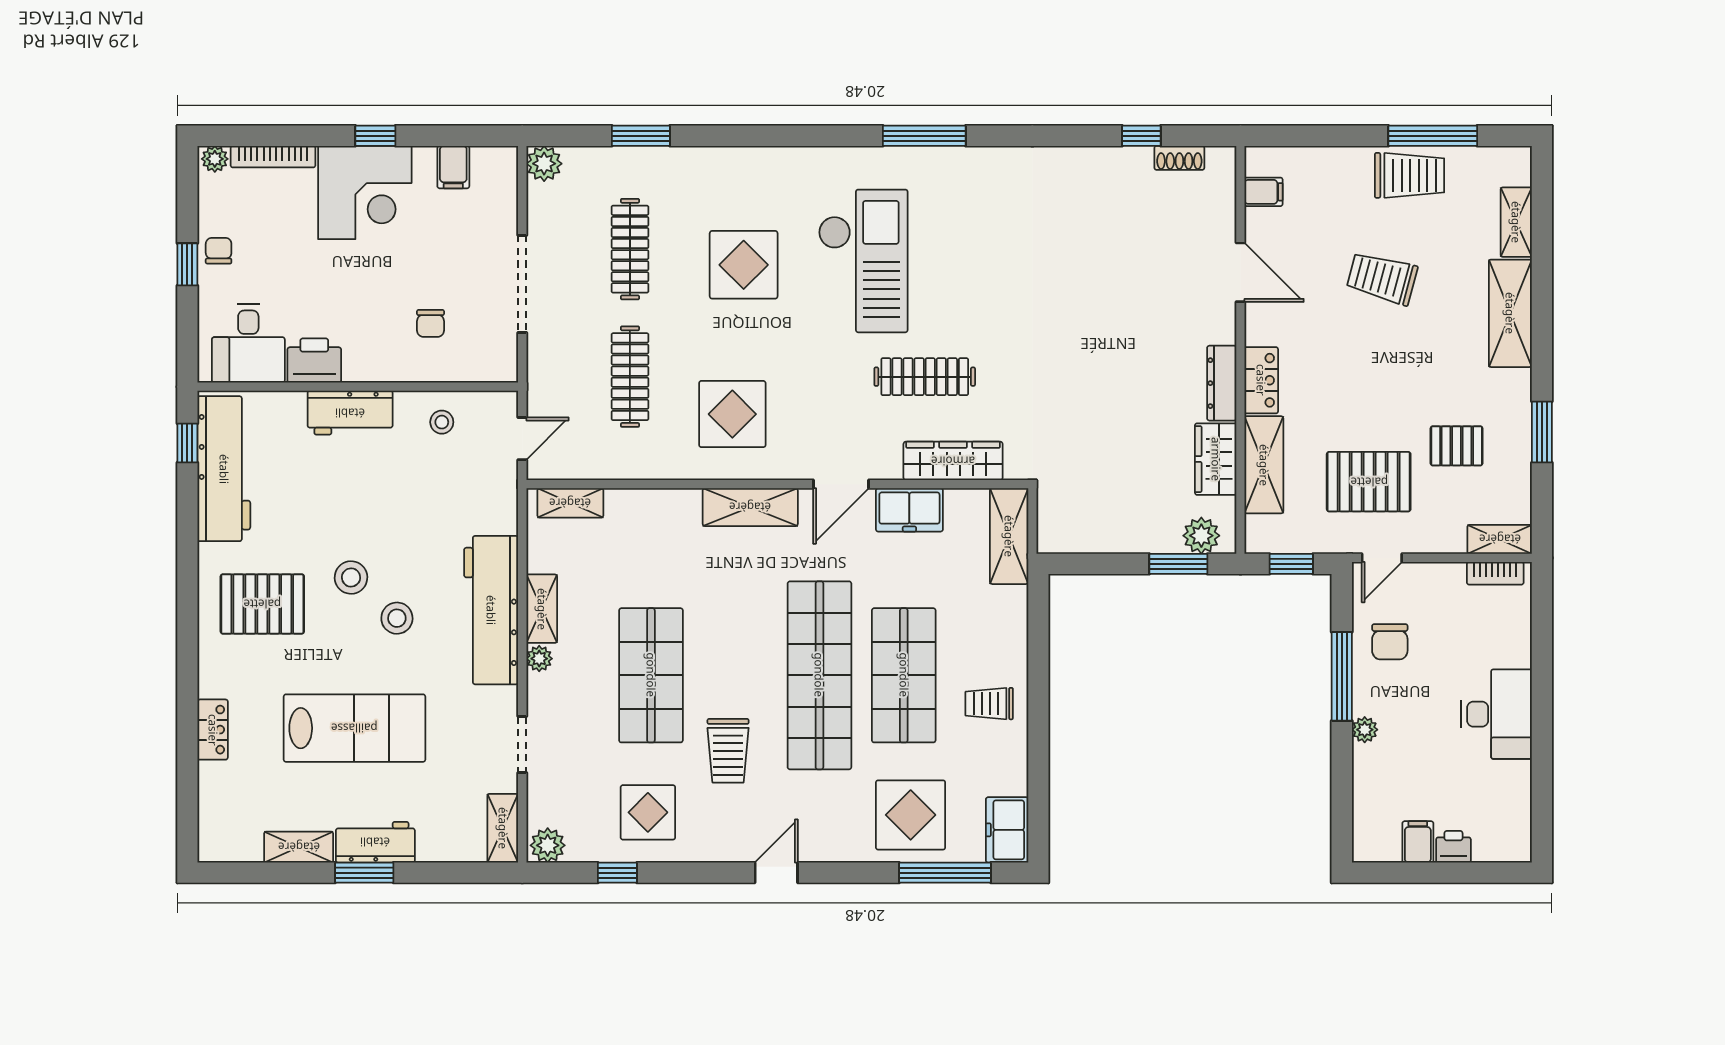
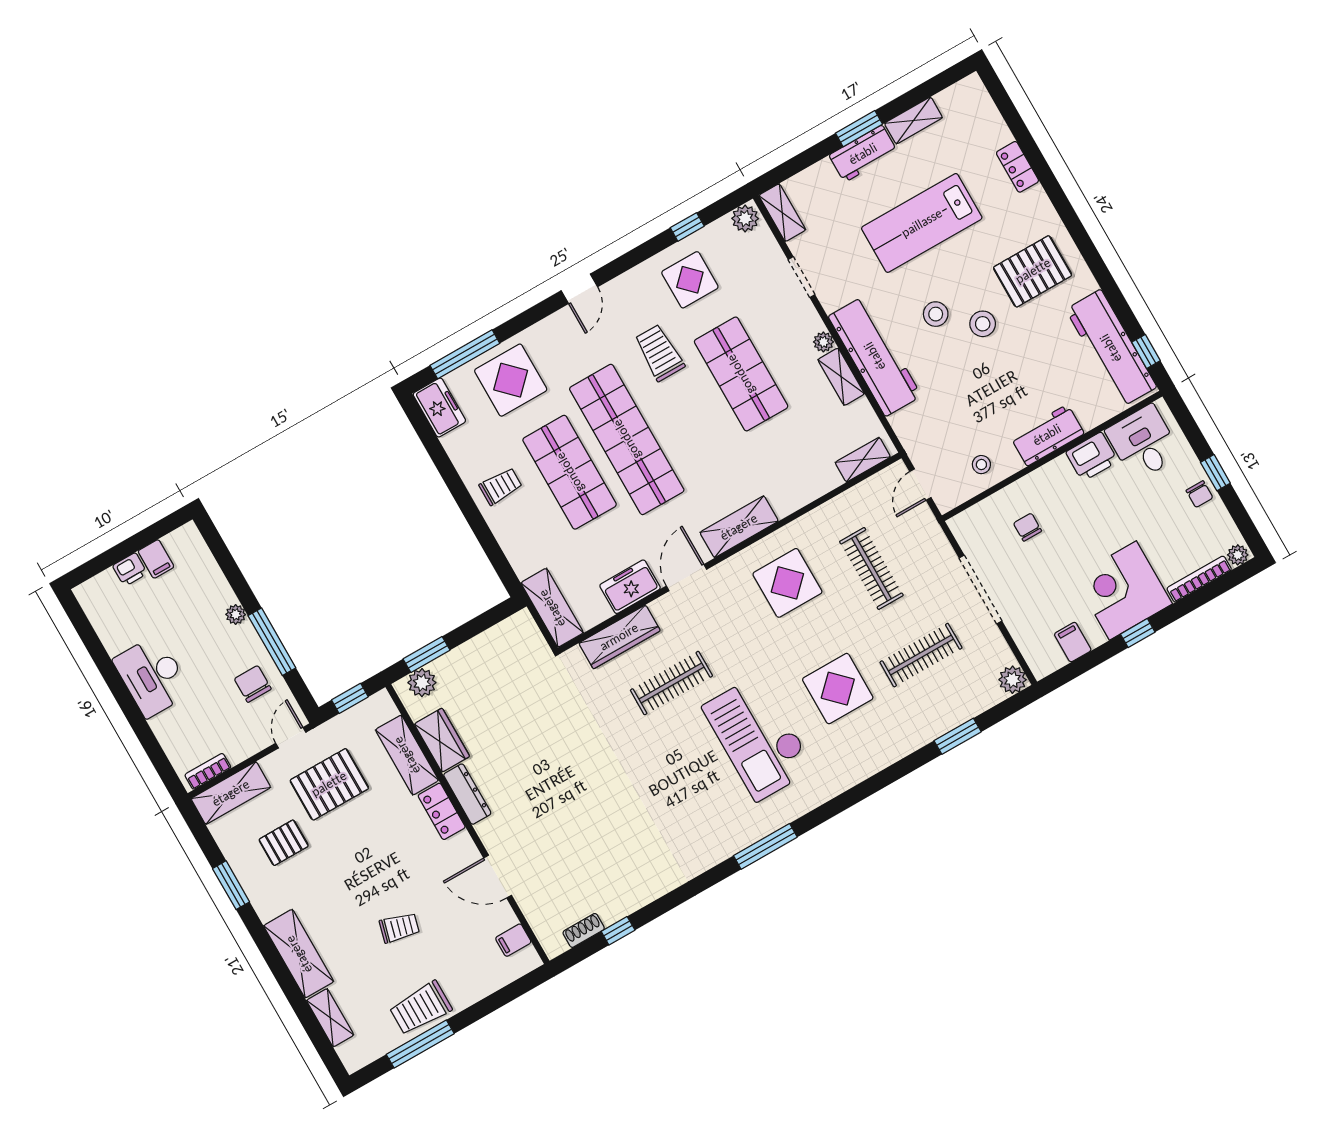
clothes rail: (630, 249) -> (921, 655), turned 90
trolley: (1382, 278) -> (399, 928), width x0.73, depth x0.72
shelving: (1500, 539) -> (231, 793), width x1.50, depth x1.33

